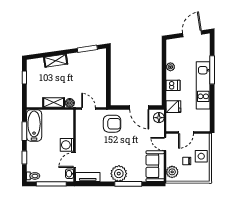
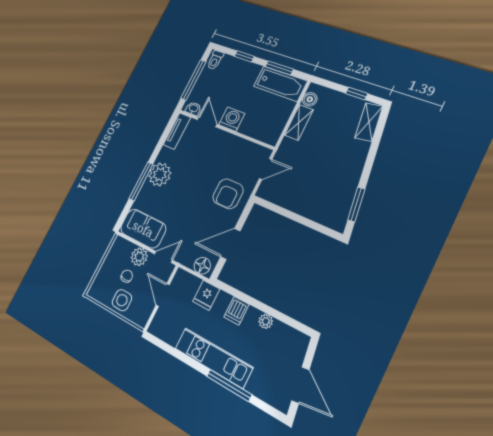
shelving: (56, 61) -> (369, 122), moved
boiler: (70, 103) -> (310, 99), moved
plant: (172, 172) -> (139, 257), moved

